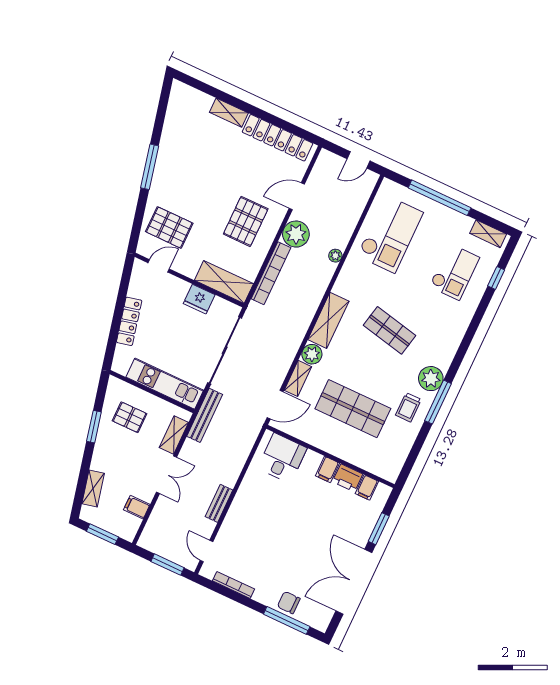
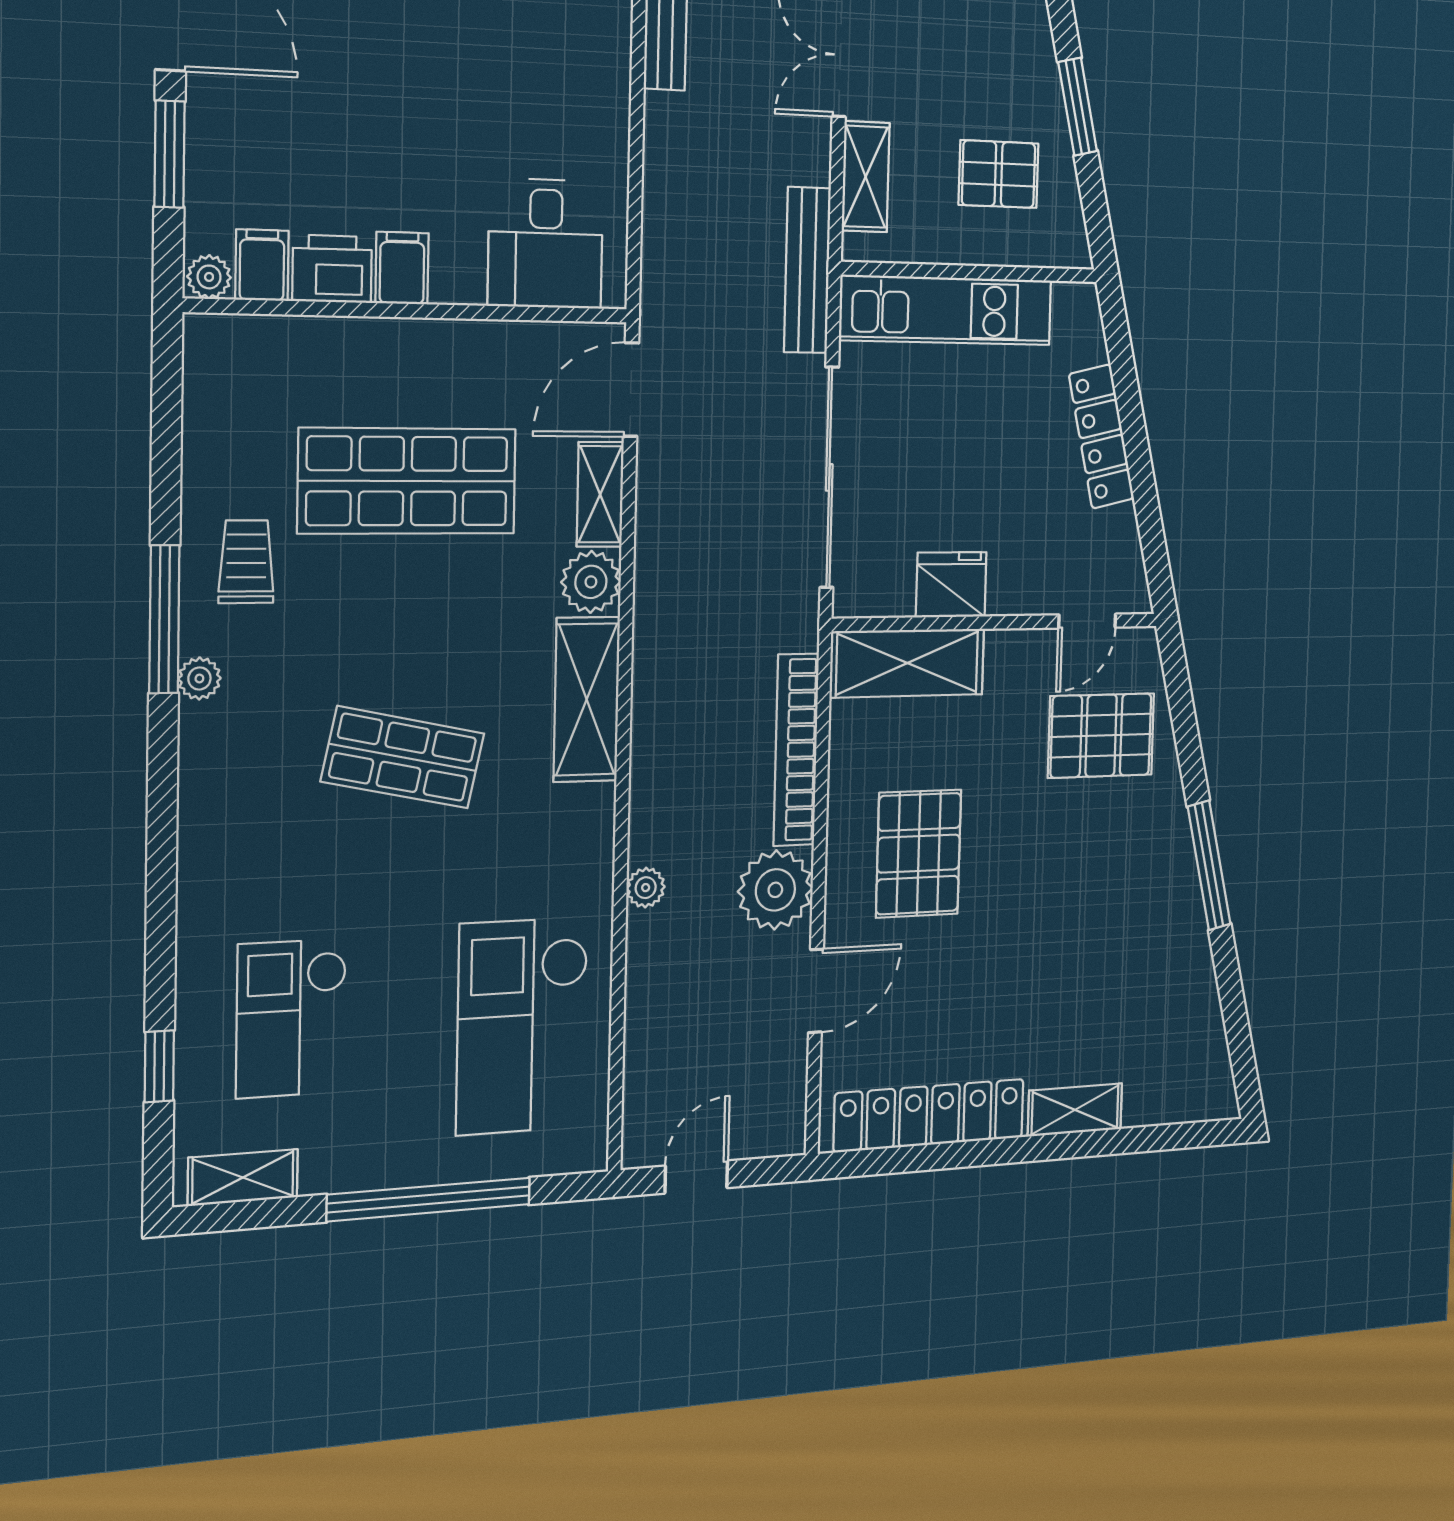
plant: (431, 379) -> (199, 678), width x0.53, depth x0.53
plant: (383, 491) -> (209, 277), added

